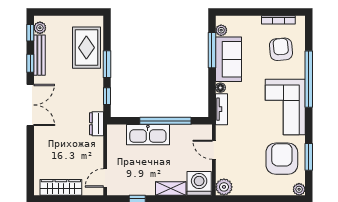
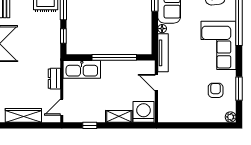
tv unit: (222, 109) -> (163, 53), width x1.41
dresser: (97, 124) -> (54, 79), moved
kitchen sink: (148, 135) -> (82, 69), moved
armchair: (282, 159) -> (216, 90), width x0.53, depth x0.53
plant: (224, 187) -> (165, 115), removed

